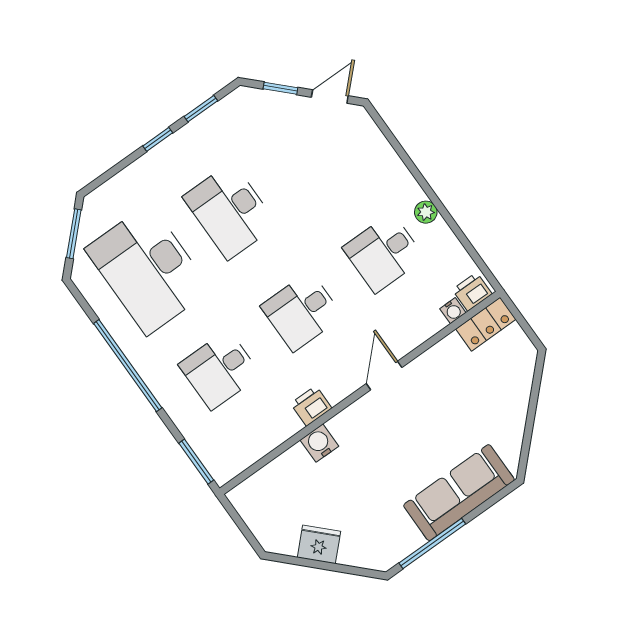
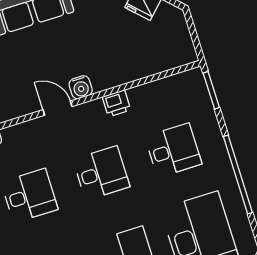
door: (384, 376) -> (58, 108), swing flipped
water cooler: (319, 443) -> (81, 87), moved

